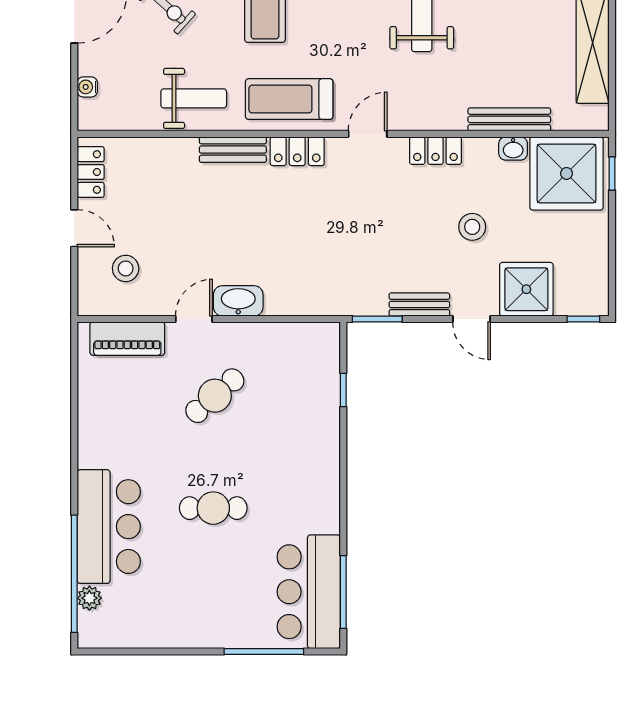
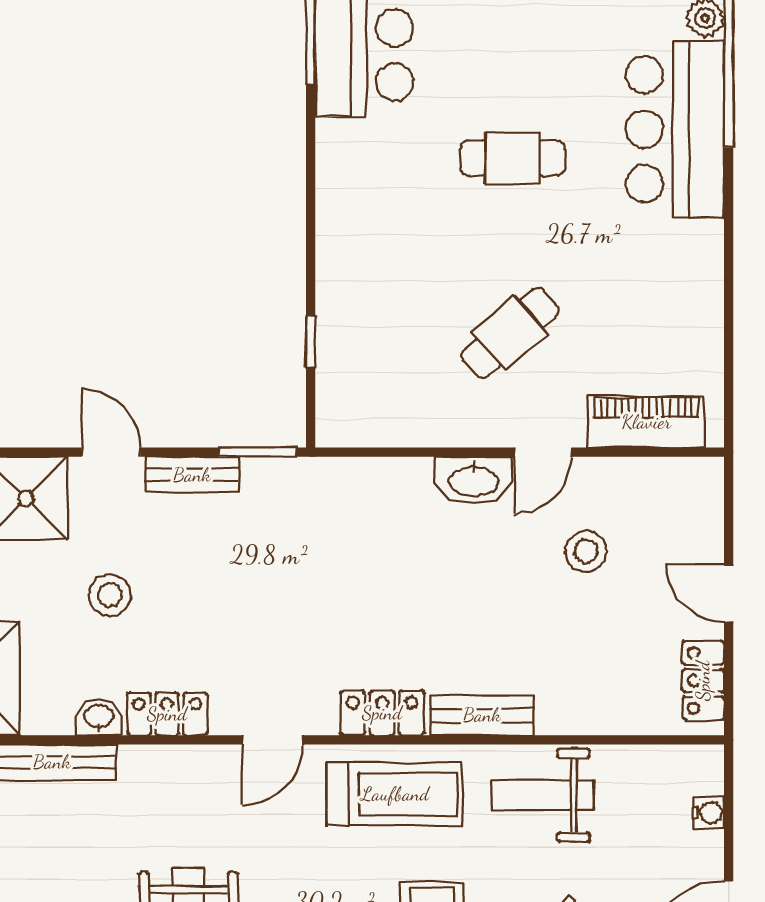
washbasin: (513, 148) -> (99, 717), moved
stool: (126, 268) -> (586, 551), moved

